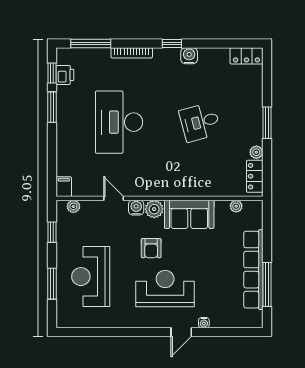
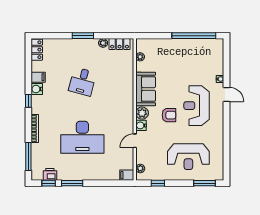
filing cabinet: (206, 58) -> (38, 77), added
desk: (200, 122) -> (82, 82), turned 30
row of seats: (253, 270) -> (184, 45), removed
window: (52, 284) -> (205, 183), moved
window: (267, 285) -> (194, 36), width x1.46

